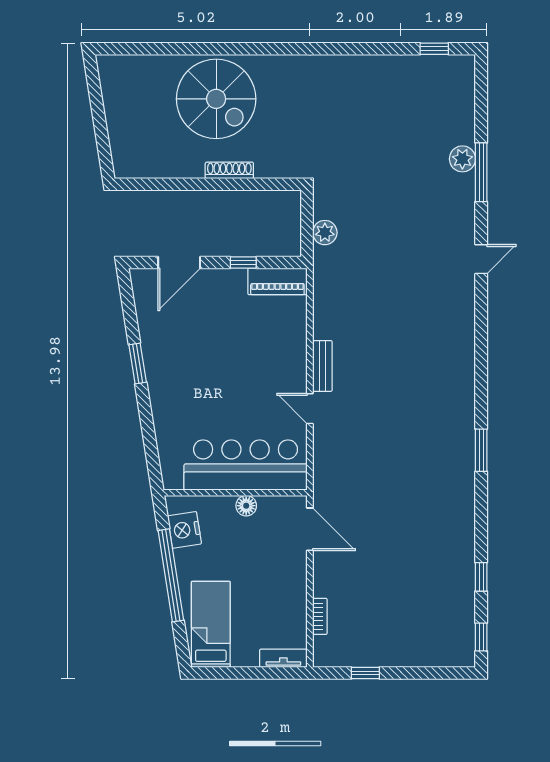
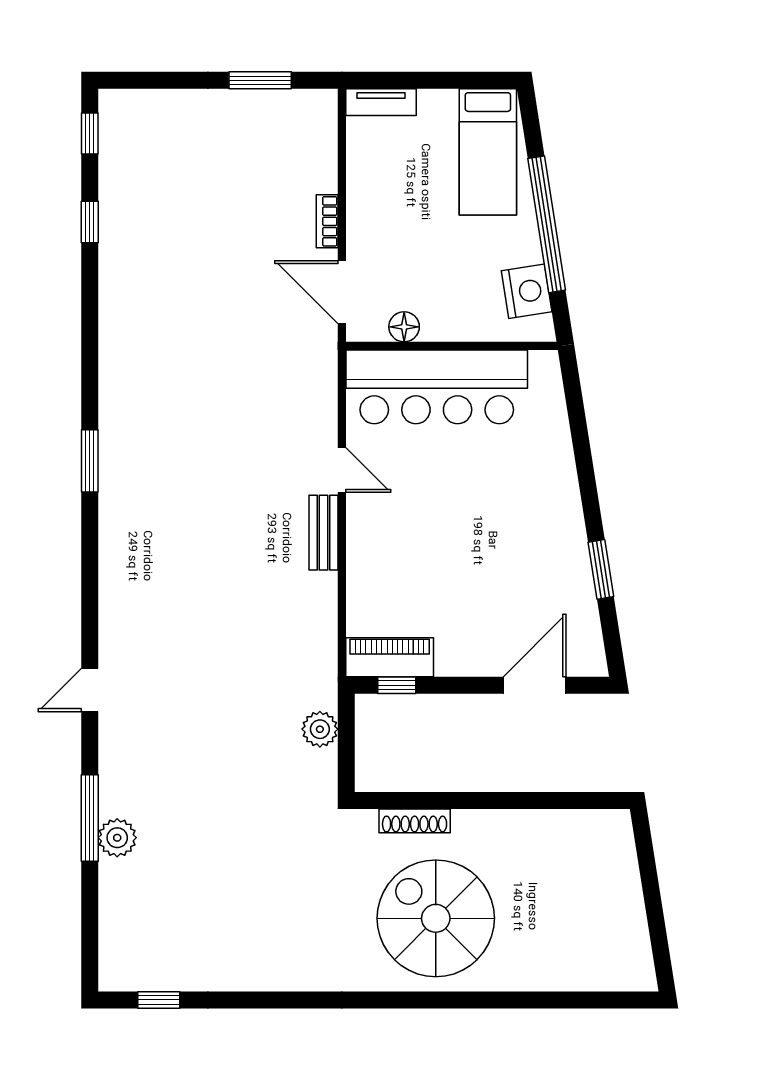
spiral stairs: (216, 99) -> (436, 918), moved
shoe rack: (229, 170) -> (415, 821), moved
window: (243, 262) -> (397, 685), moved
window: (138, 364) -> (601, 569), moved
window: (481, 450) -> (90, 461), moved
floor lamp: (246, 506) -> (404, 327), moved
bookcase: (320, 616) -> (327, 221), moved
window: (365, 673) -> (260, 80), width x1.50

